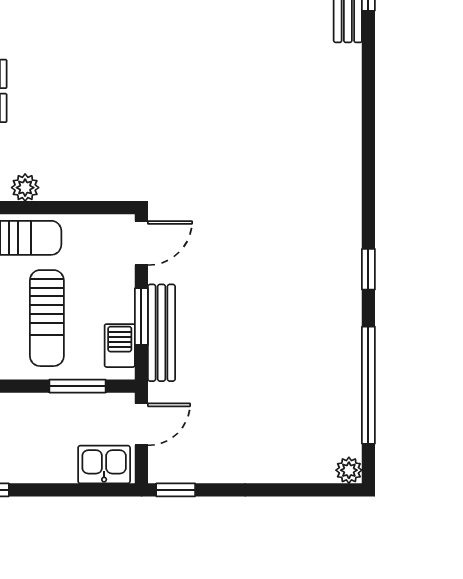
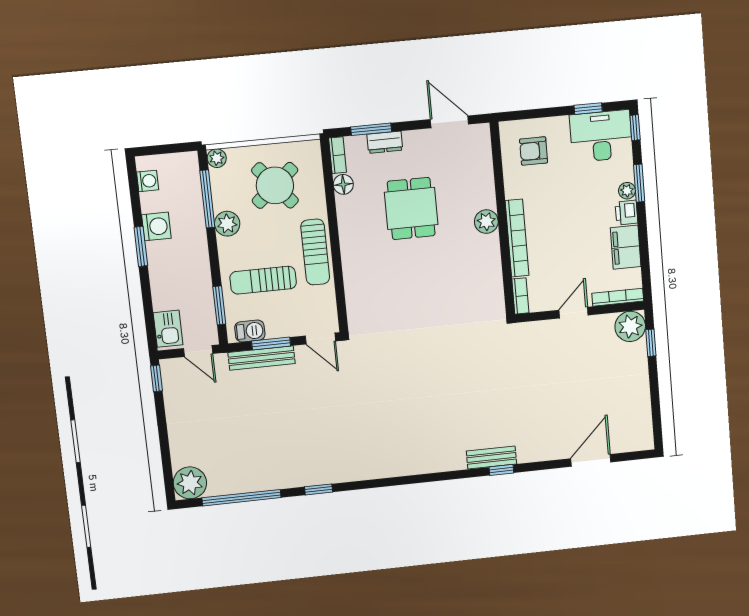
plant: (25, 188) -> (350, 257), removed
plant: (349, 470) -> (190, 483), width x1.88, depth x1.88

